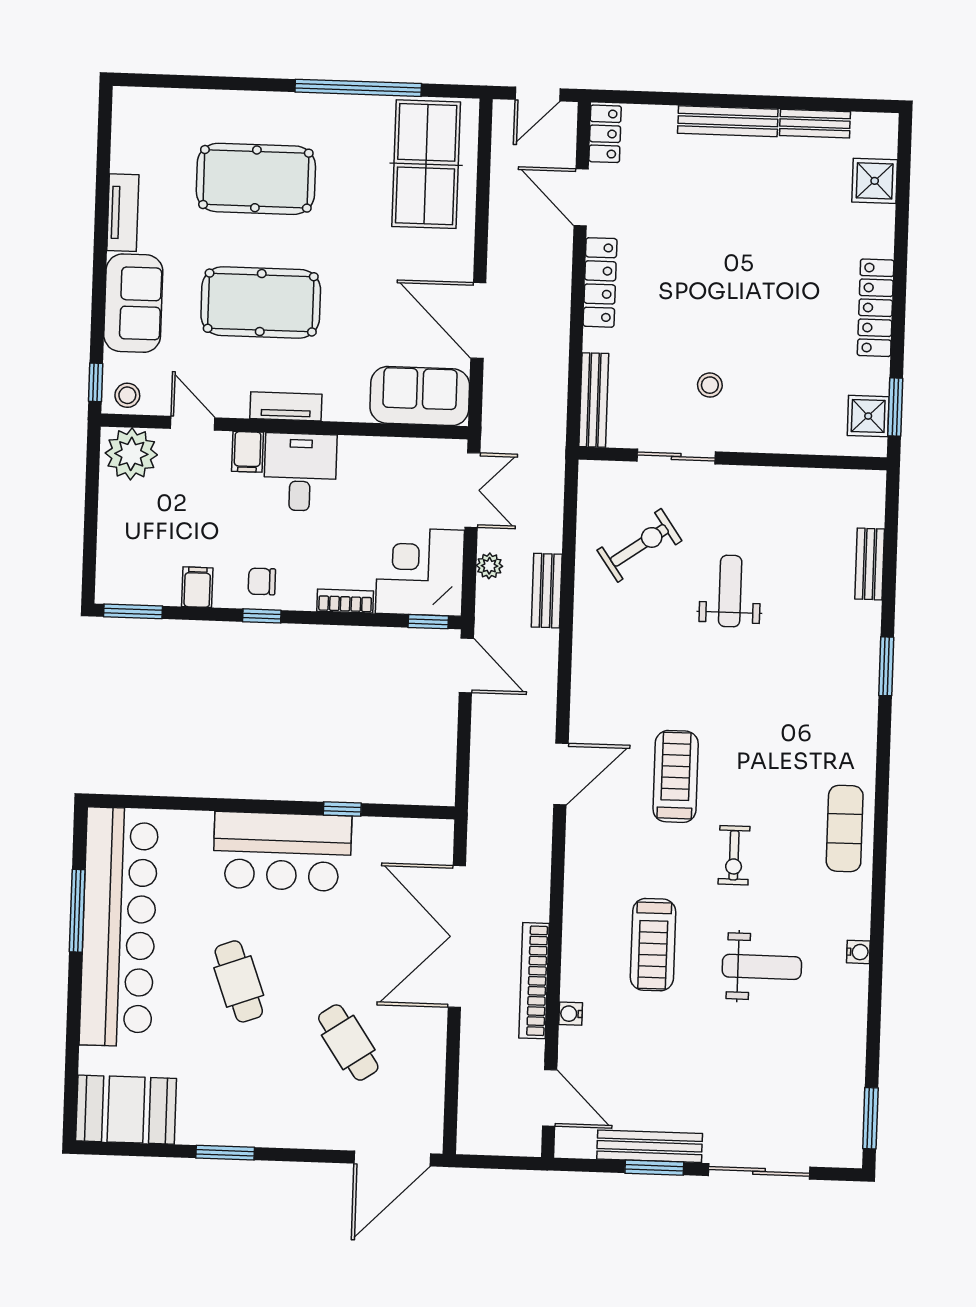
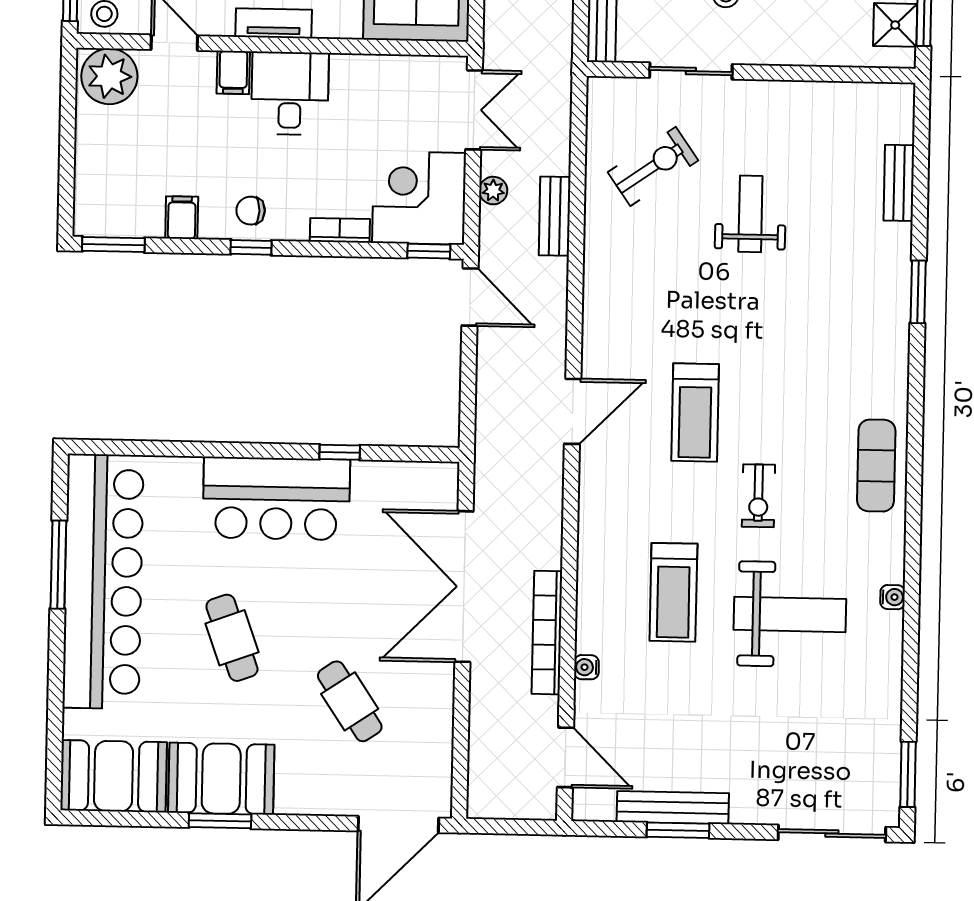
treadmill: (676, 776) -> (695, 412), turned 180
weight bench: (762, 967) -> (790, 614), width x1.36, depth x1.33
booth: (227, 1113) -> (221, 779), added
sliding door: (759, 1171) -> (832, 834), moved

